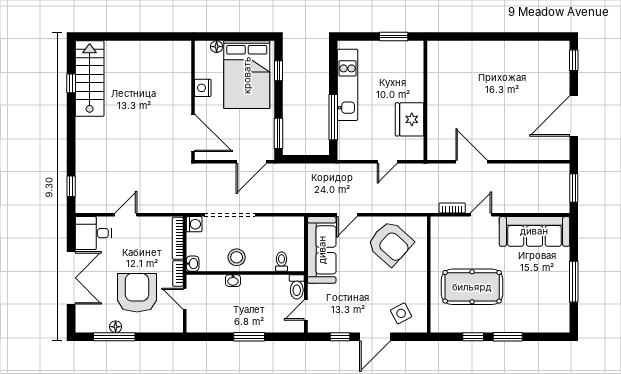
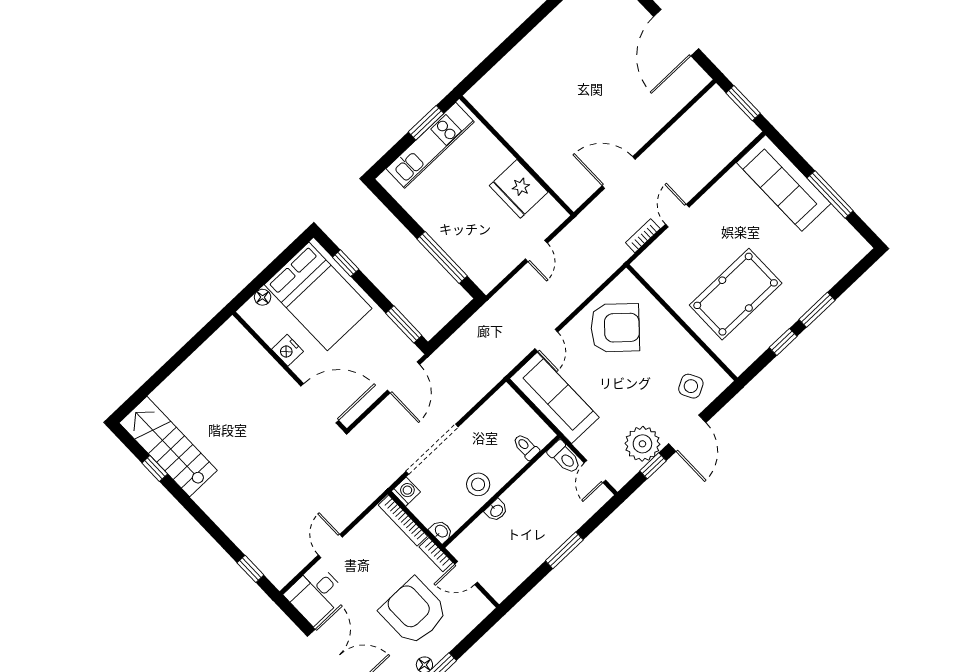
kitchen unit: (347, 85) -> (430, 145), moved, turned 90
sofa: (534, 231) -> (784, 183), moved, turned 90
plant: (346, 320) -> (642, 444), added

